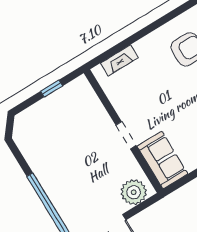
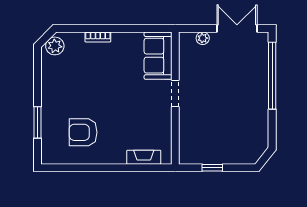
plant: (134, 192) -> (203, 38), width x0.53, depth x0.53

